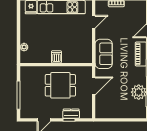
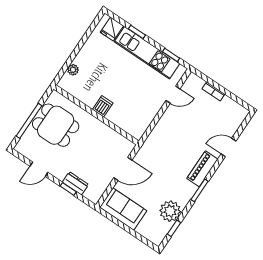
sofa: (104, 54) -> (123, 209), moved, turned -90
dining table: (60, 85) -> (56, 125), moved

